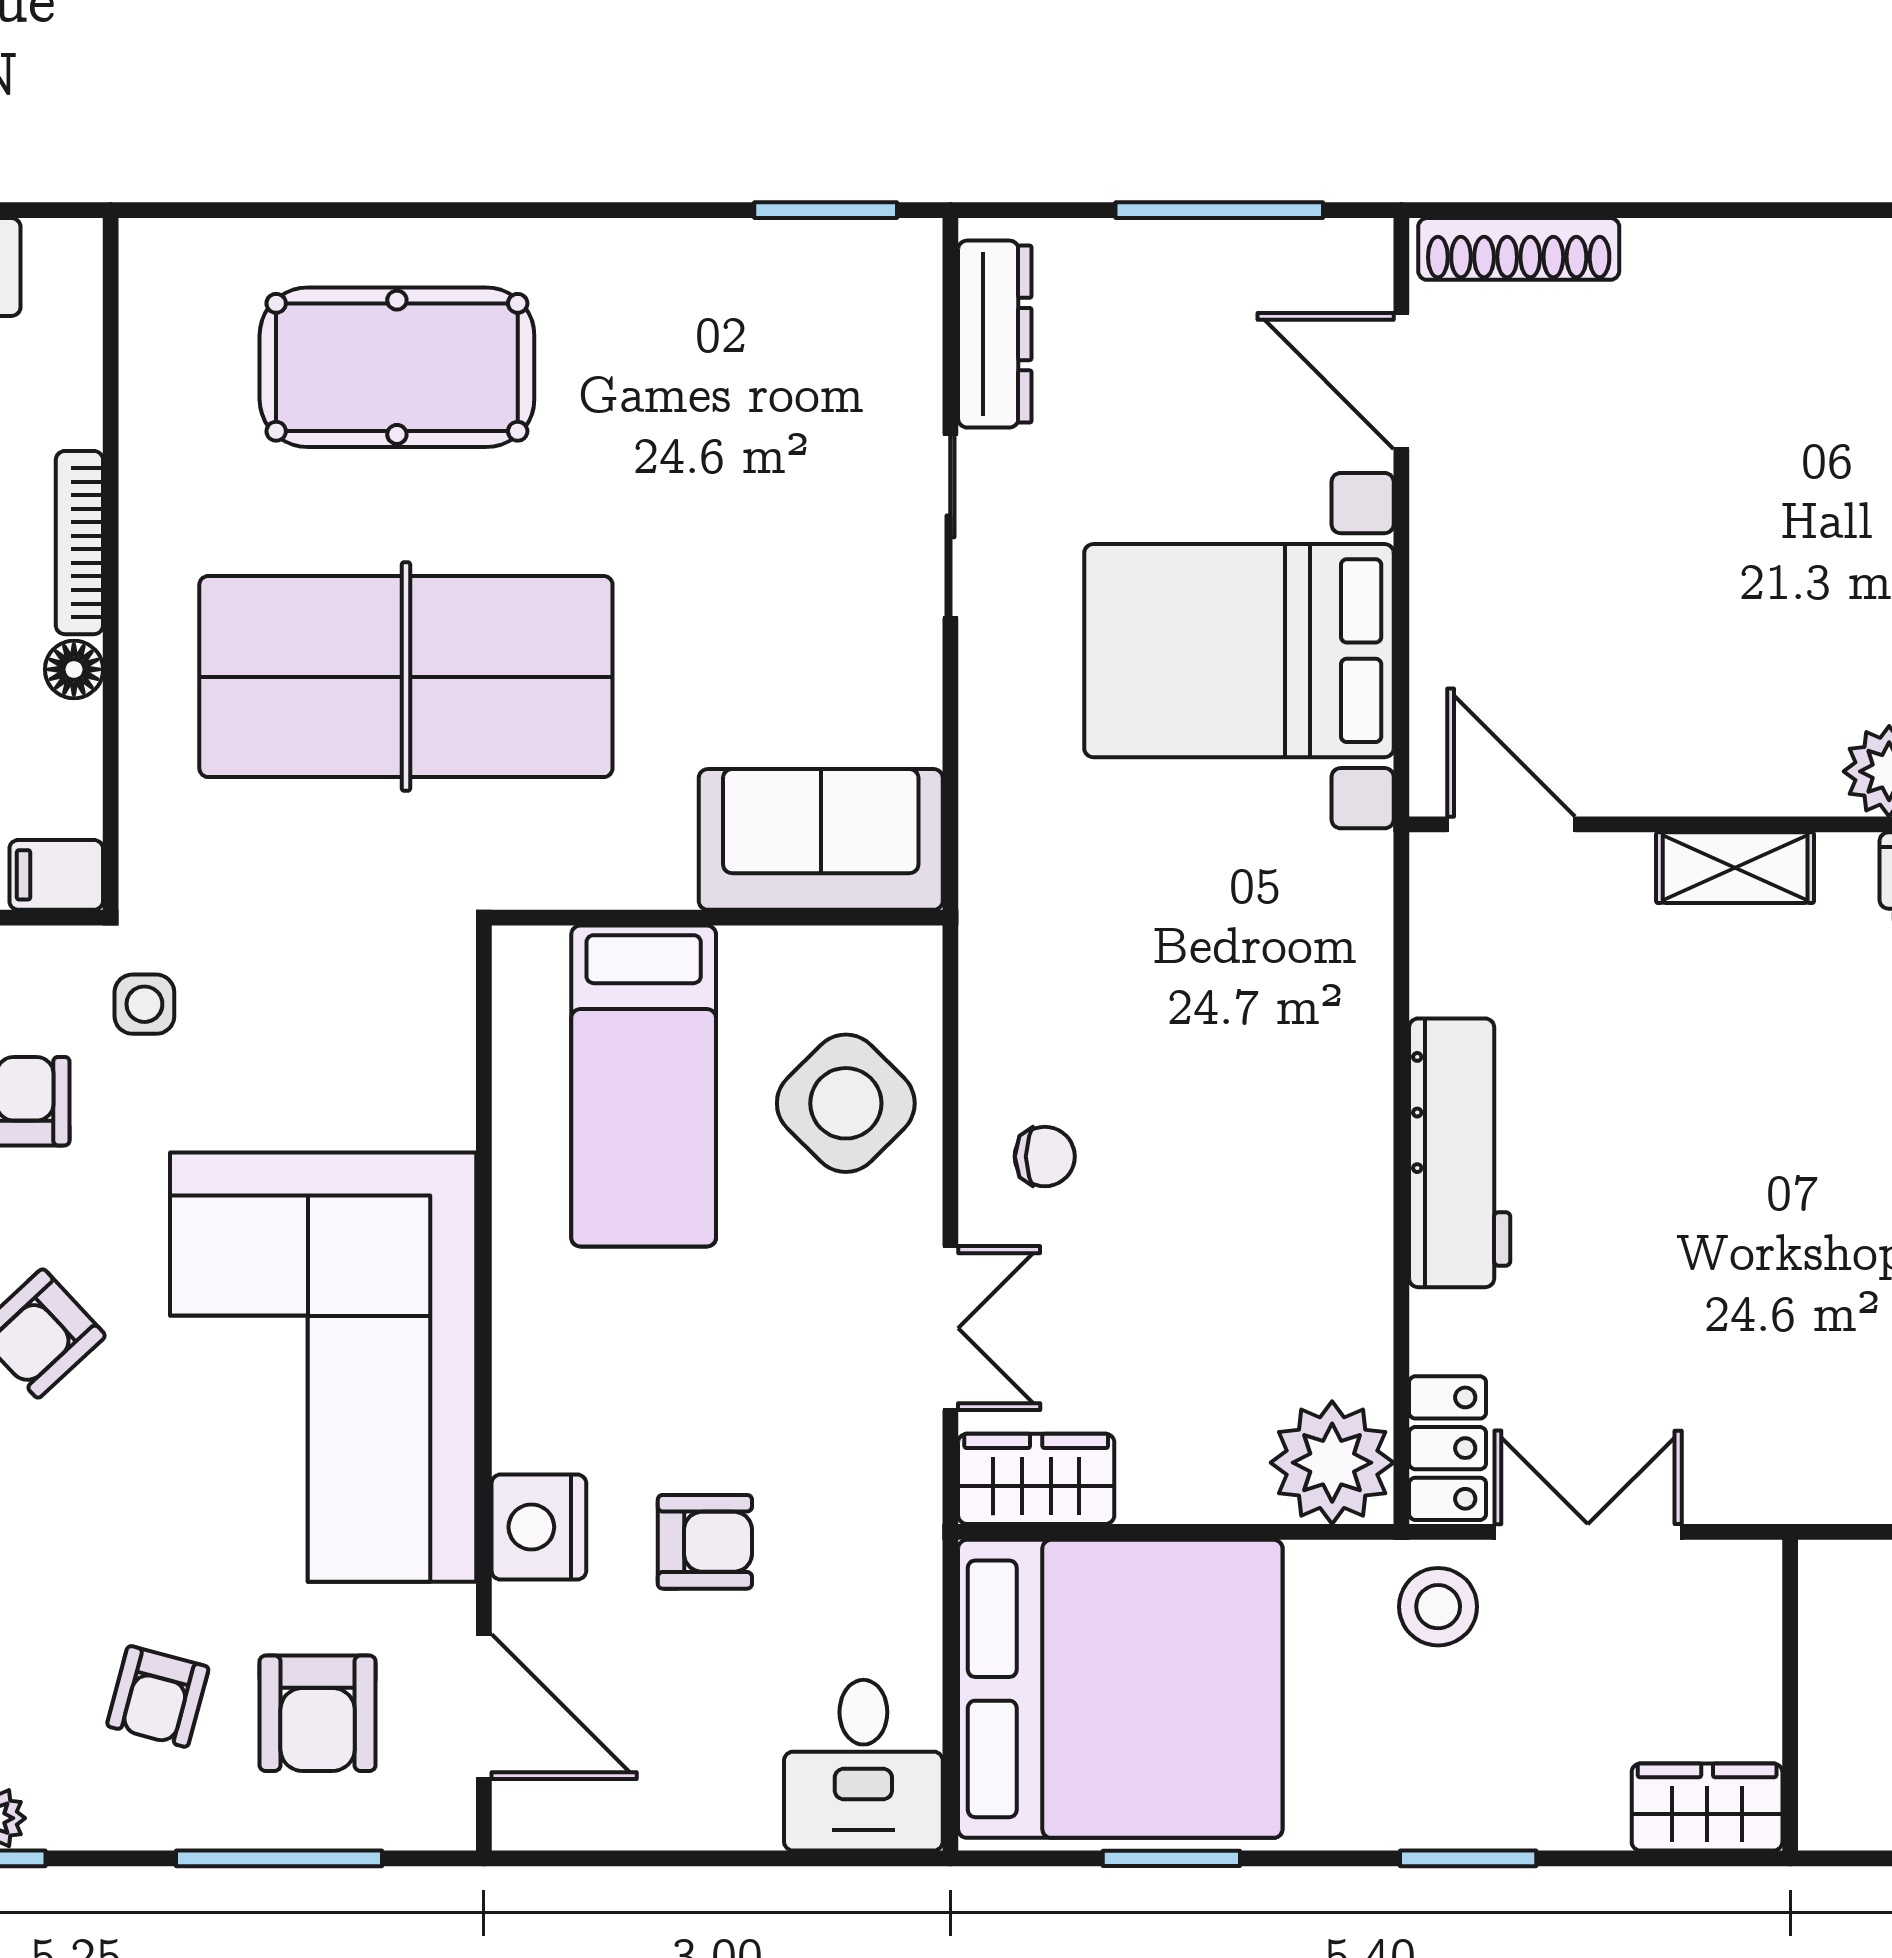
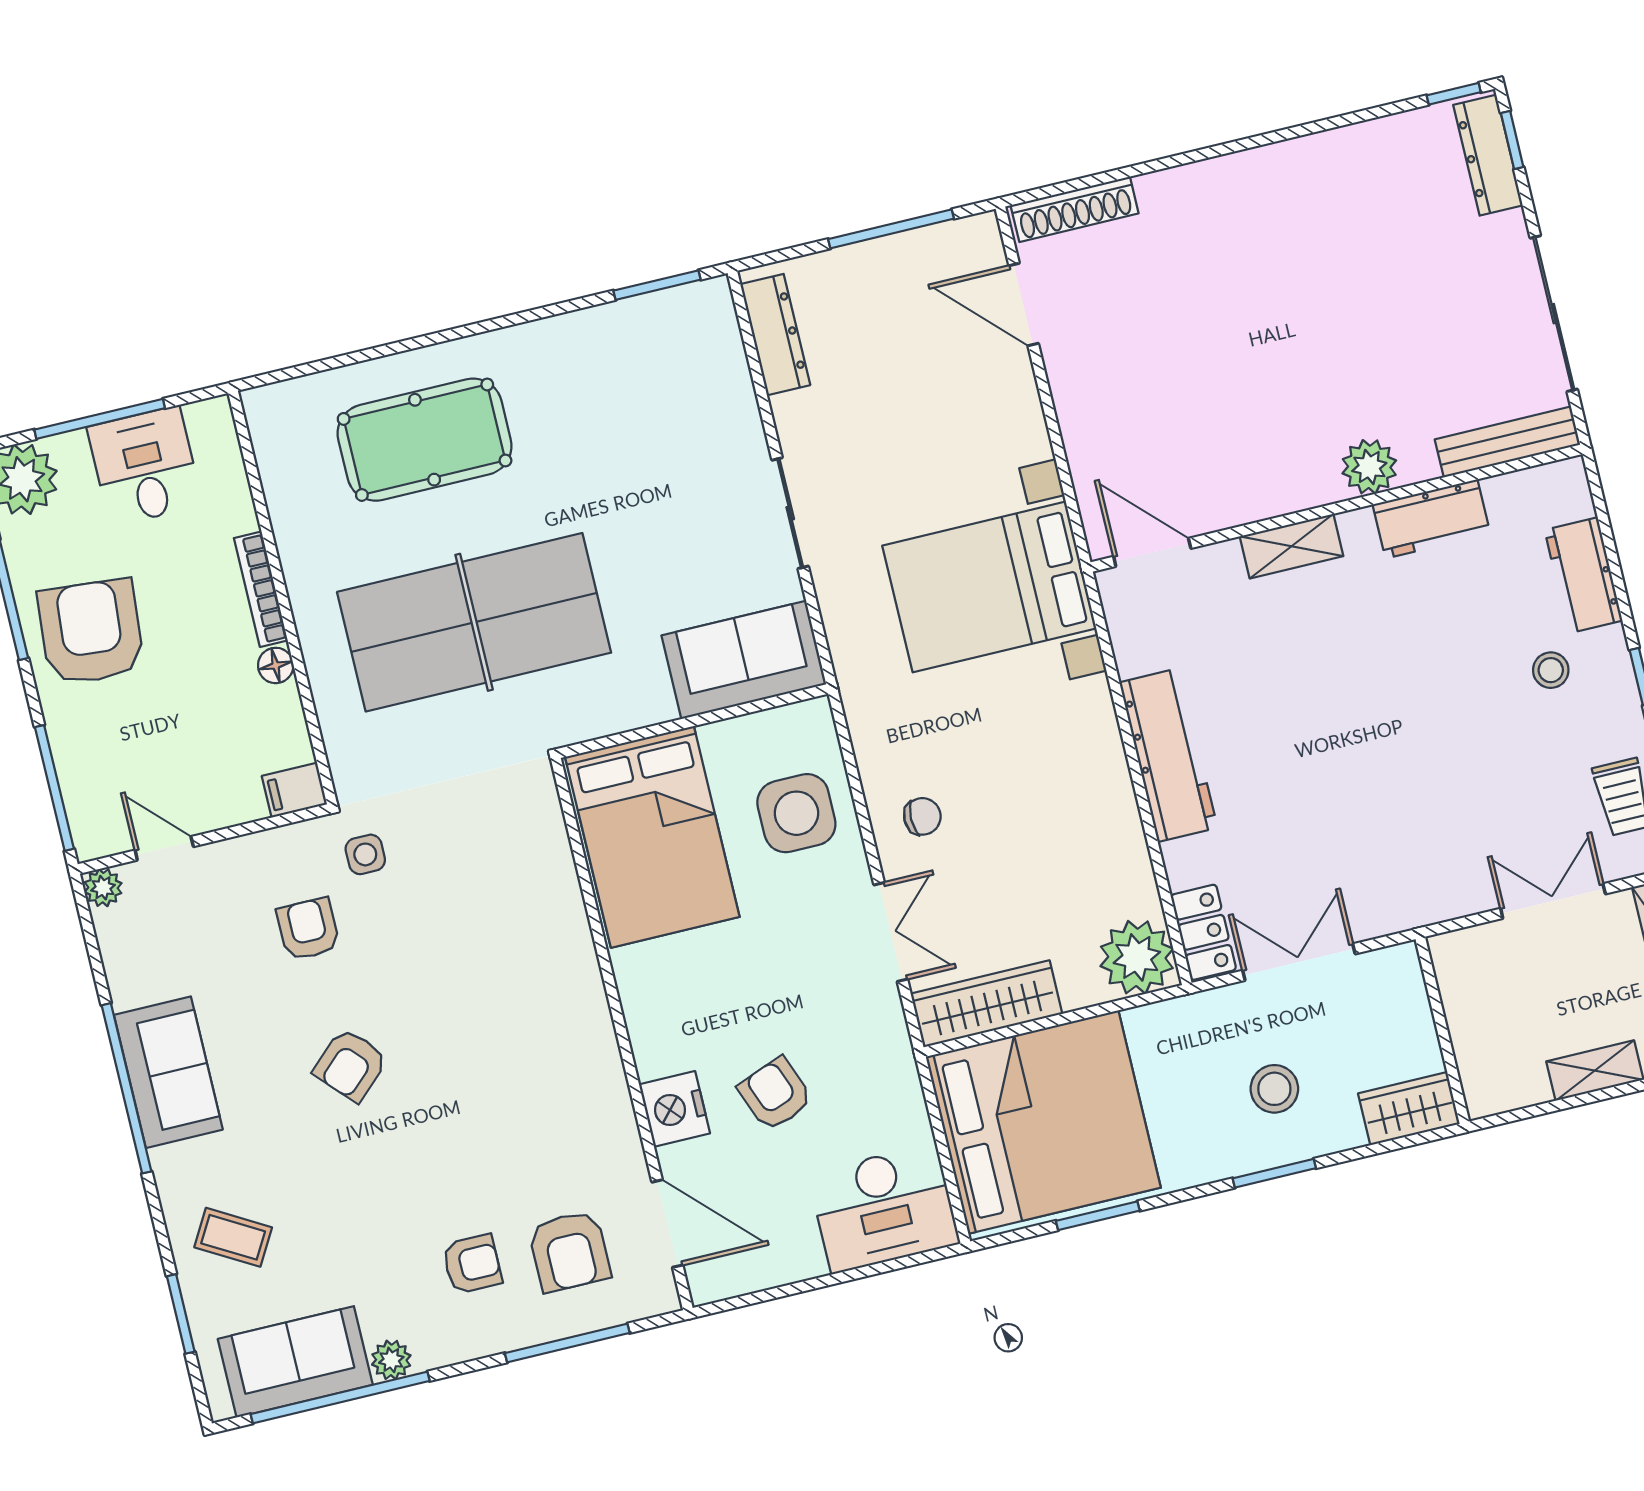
sliding door: (950, 526) -> (790, 513), moved
bed with nightstands: (1239, 651) -> (989, 587), moved
bed: (644, 1086) -> (652, 837), width x1.50
side table: (846, 1103) -> (796, 813), turned 45
corner sofa: (323, 1367) -> (523, 1045), removed
wardrobe: (1036, 1479) -> (986, 1004), width x1.50
armchair: (705, 1542) -> (775, 1094), turned -111
stool: (1438, 1607) -> (1274, 1089), moved
armchair: (158, 1696) -> (472, 1264), turned -105
desk: (863, 1765) -> (884, 1208), width x1.37

